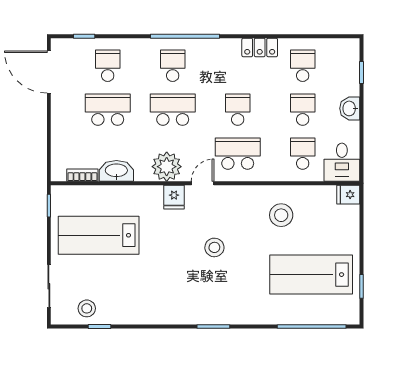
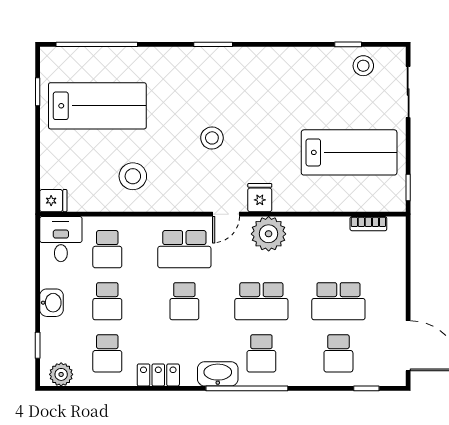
plant: (342, 48) -> (61, 374), added
washbasin: (116, 171) -> (218, 374), moved, turned 180

